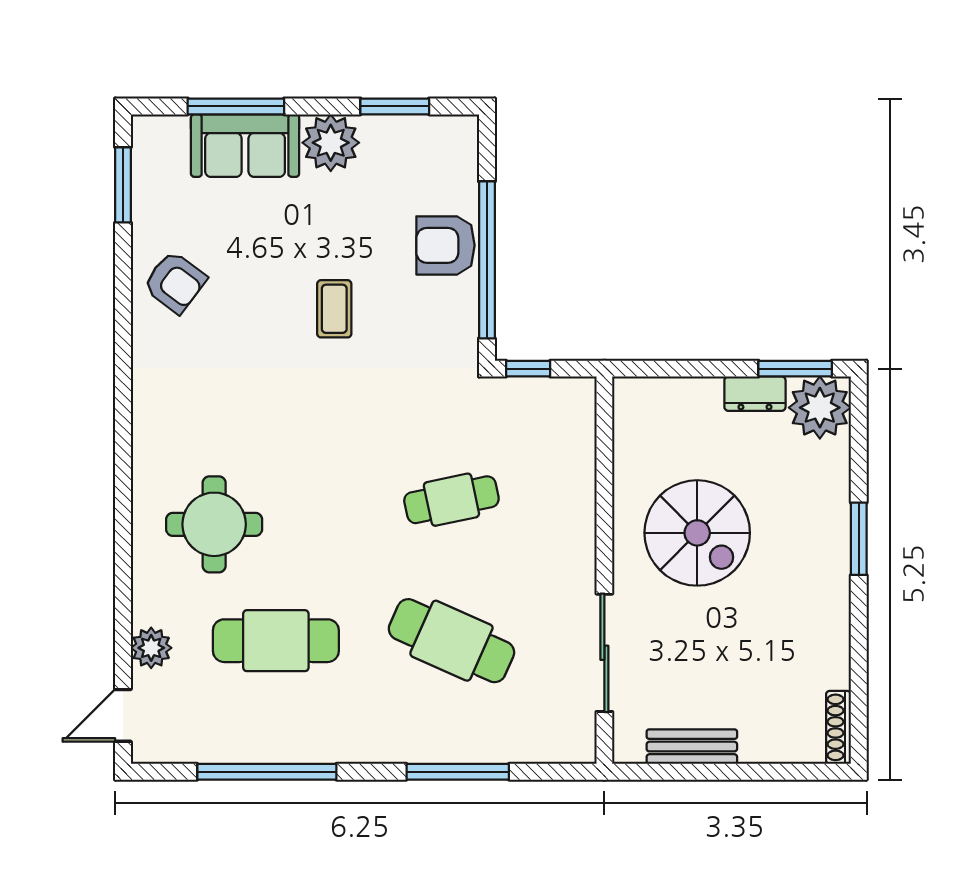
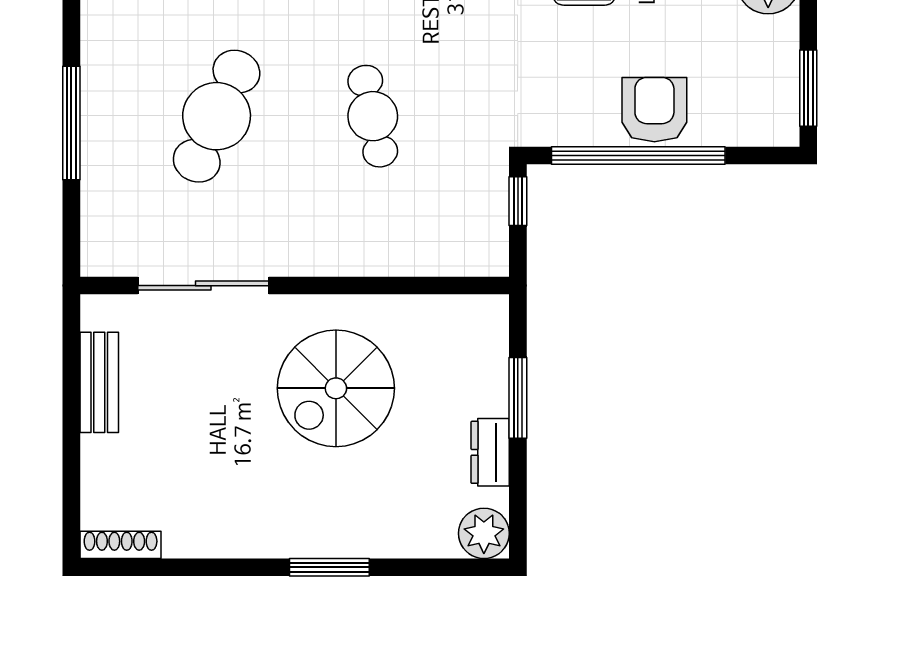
window: (395, 106) -> (808, 88), moved
window: (795, 369) -> (518, 398), moved
plant: (820, 408) -> (484, 533), width x0.73, depth x0.73

